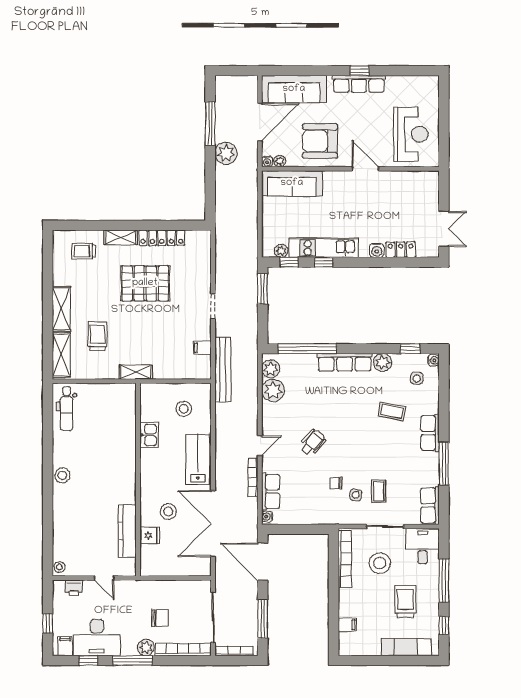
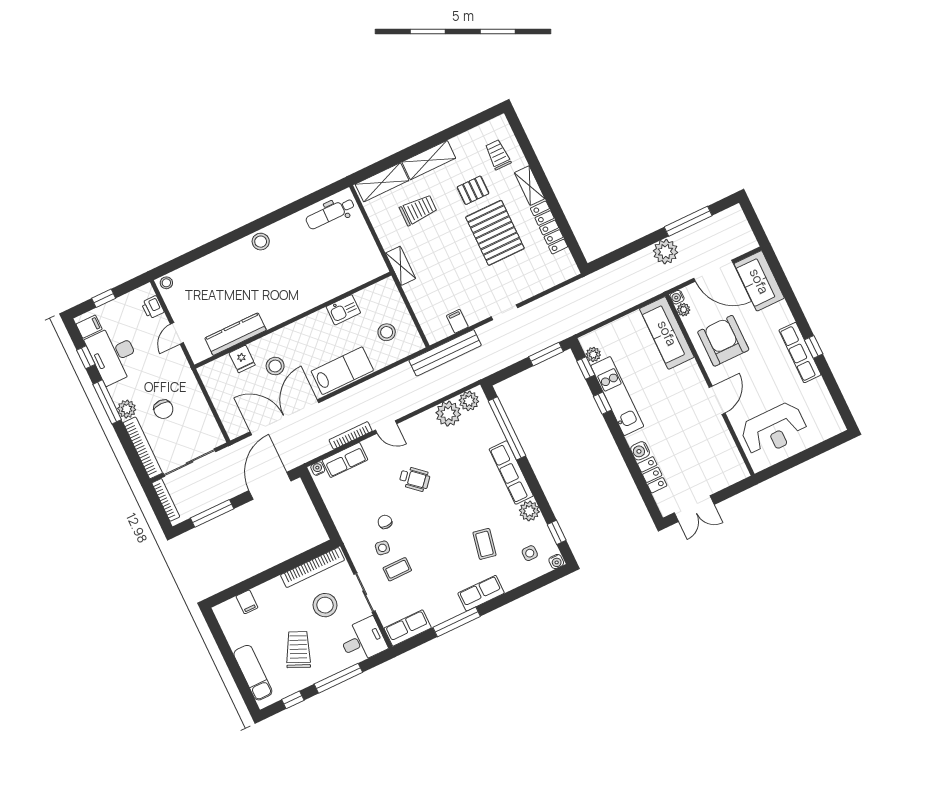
sofa: (294, 89) -> (759, 281), width x0.73
pallet: (103, 285) -> (473, 190), added
trolley: (405, 602) -> (298, 650), turned -66

